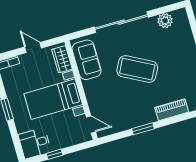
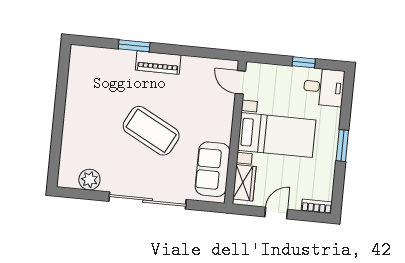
door: (33, 48) -> (276, 213), swing flipped
piano: (172, 110) -> (158, 63), moved
window: (143, 129) -> (134, 46), moved

